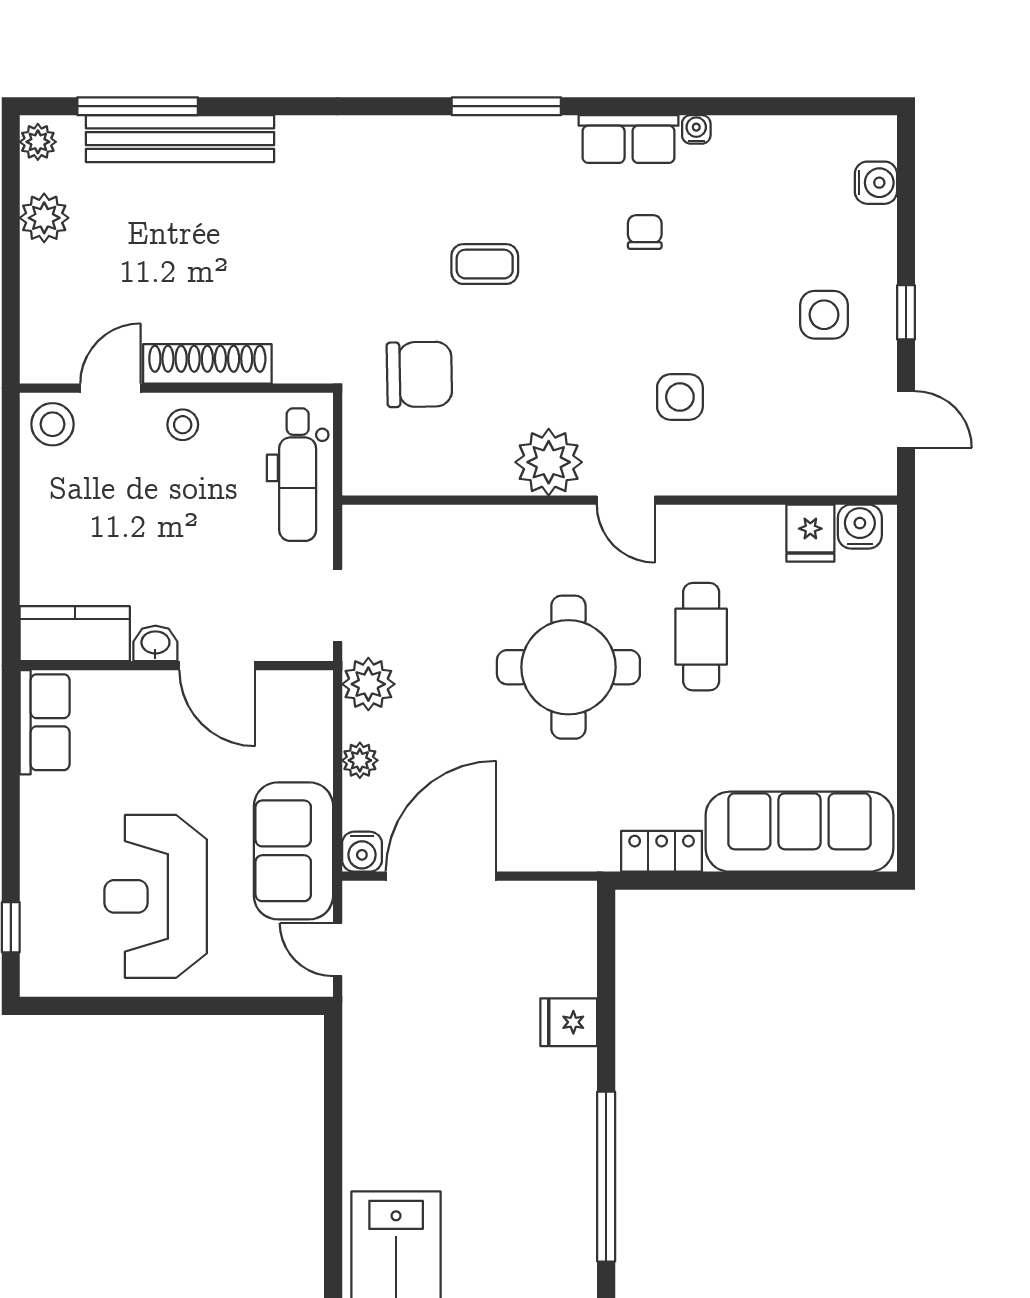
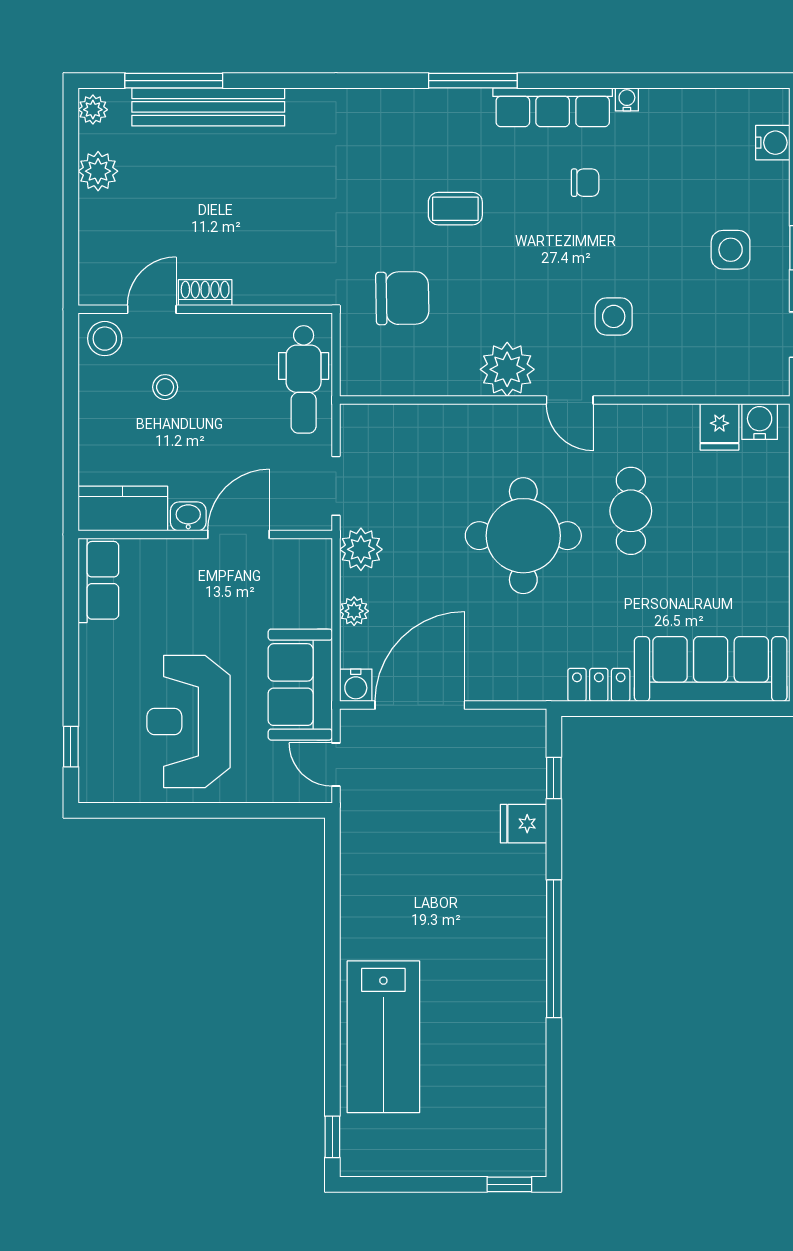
row of seats: (629, 139) -> (553, 107), width x1.48
chair: (645, 232) -> (585, 183), turned 90
shoe rack: (207, 364) -> (205, 293), width x0.51, depth x0.81
stool: (183, 425) -> (165, 387), moved
door: (217, 666) -> (239, 534), swing flipped
window: (606, 966) -> (554, 778), added

